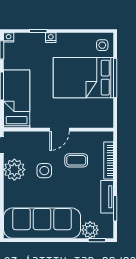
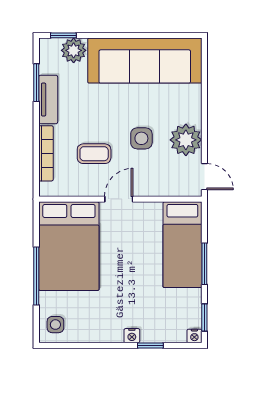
bed: (83, 78) -> (69, 246), moved, turned 90

